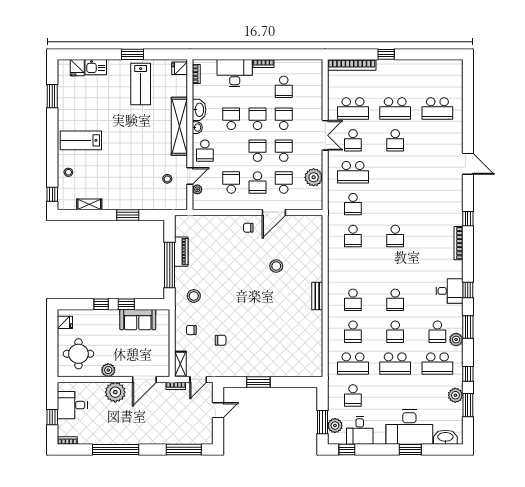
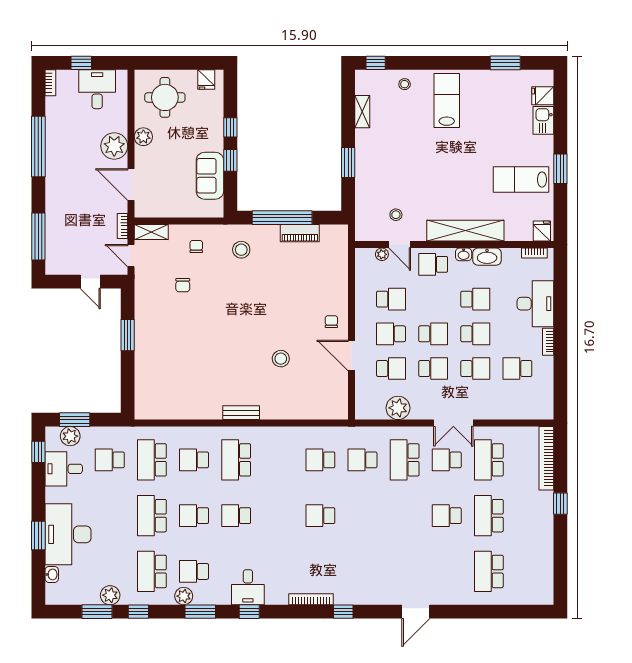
school desk: (353, 300) -> (236, 460), width x1.85
washbasin: (445, 437) -> (52, 574), width x0.52, depth x0.69

